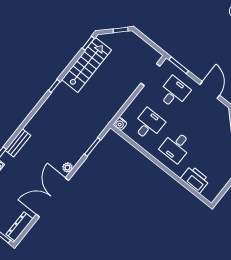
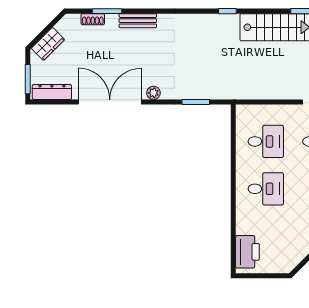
water cooler: (120, 124) -> (243, 111), removed
desk: (176, 147) -> (266, 189), turned 180
printer: (195, 179) -> (247, 252), moved

